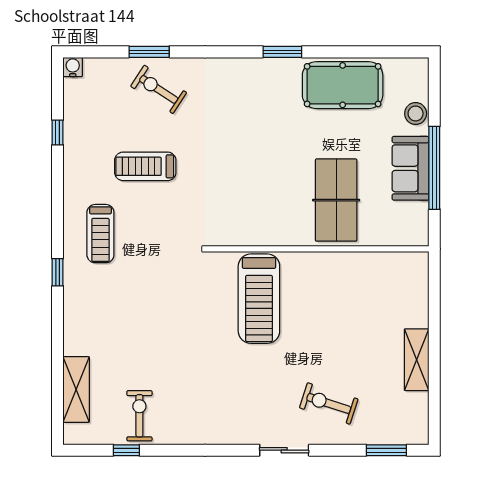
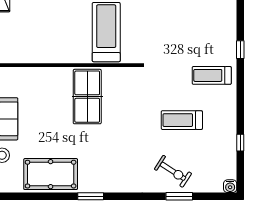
treadmill: (145, 166) -> (182, 120), turned 180
table tennis table: (336, 200) -> (87, 97), moved
treadmill: (100, 234) -> (212, 75), turned -90

